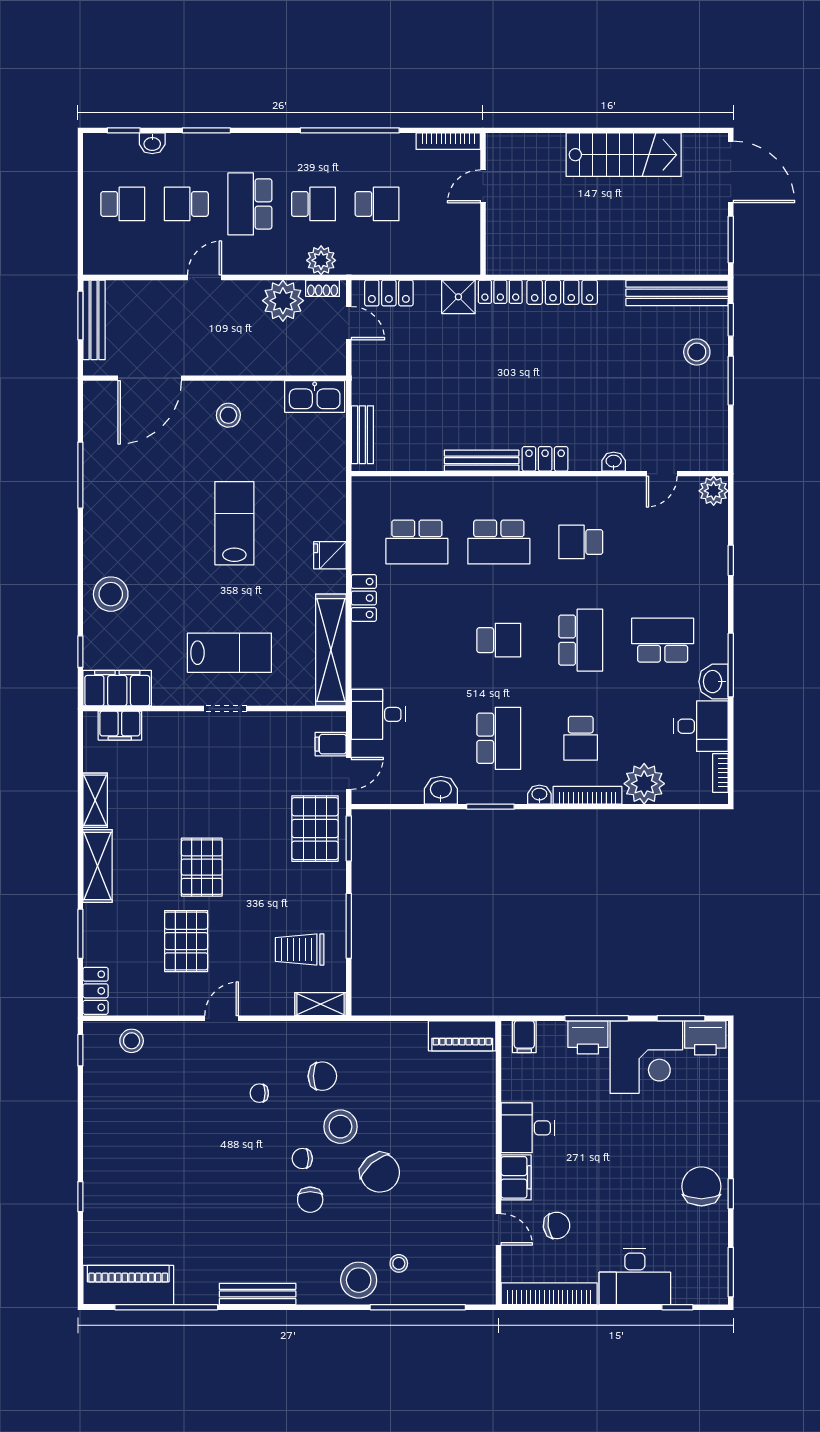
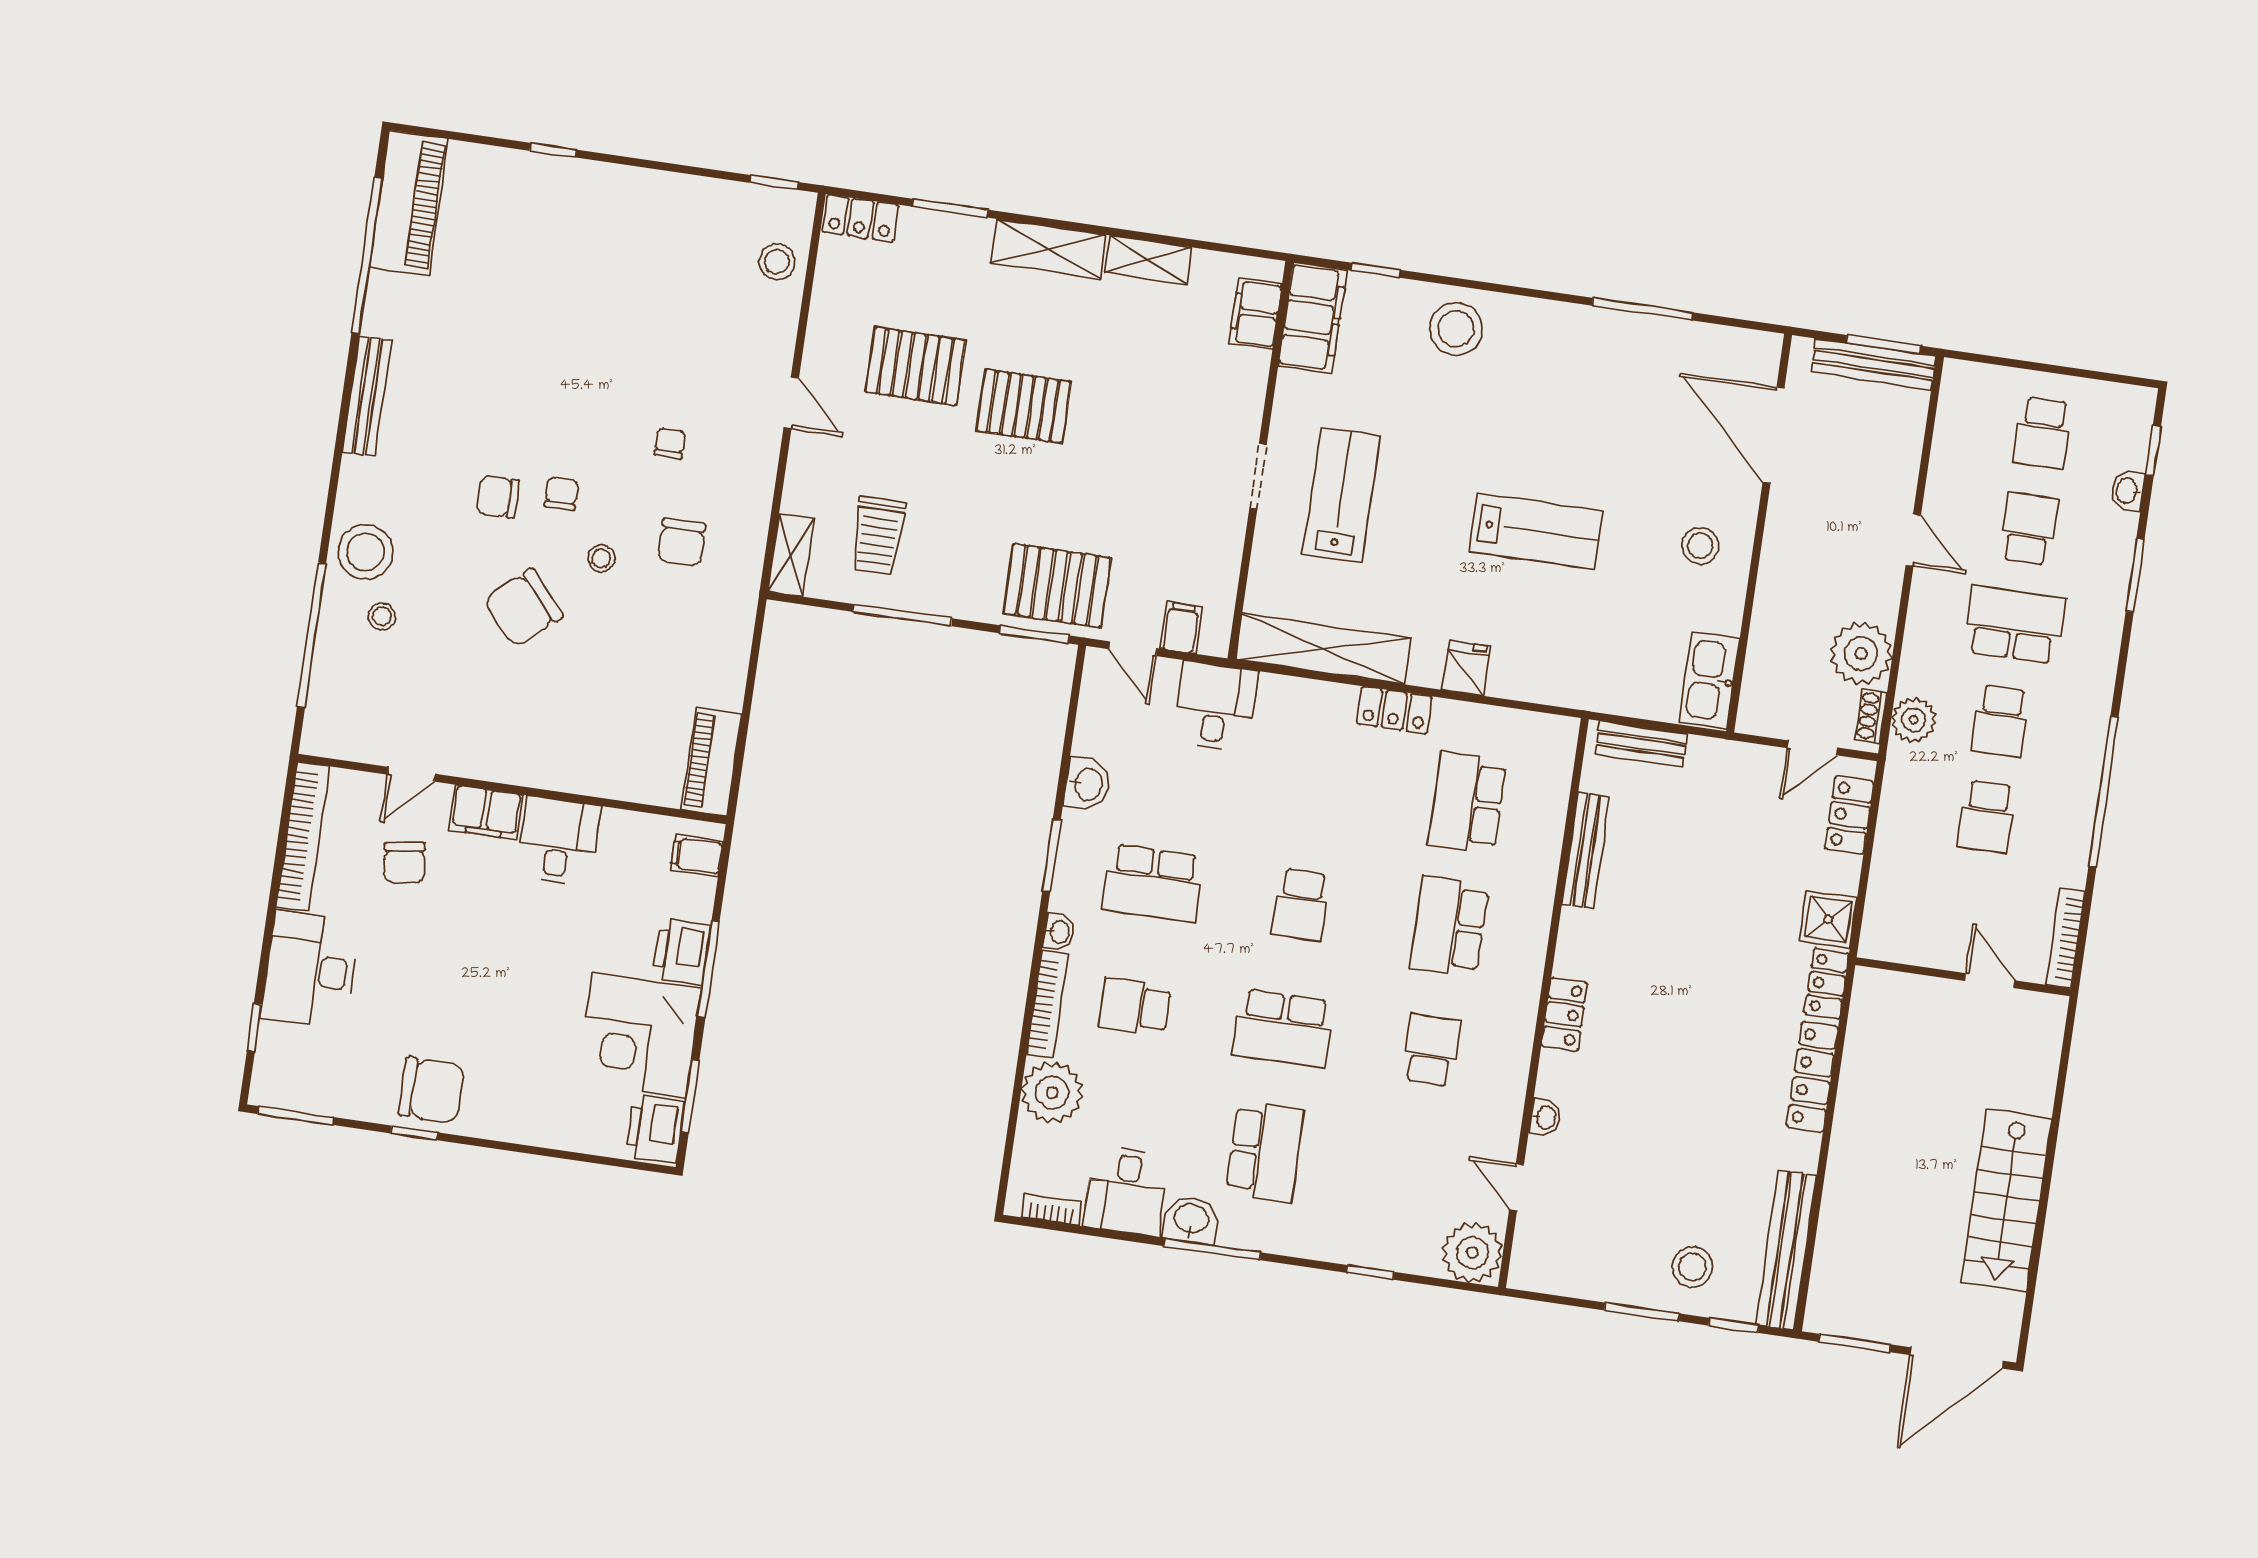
bench: (482, 461) -> (1586, 851), moved
plant: (714, 491) -> (1472, 1253), width x1.36, depth x1.36
lab bench: (229, 653) -> (1341, 495), turned 180
trolley: (300, 949) -> (878, 536), turned 180
stool: (340, 1127) -> (601, 558), width x0.53, depth x0.53

